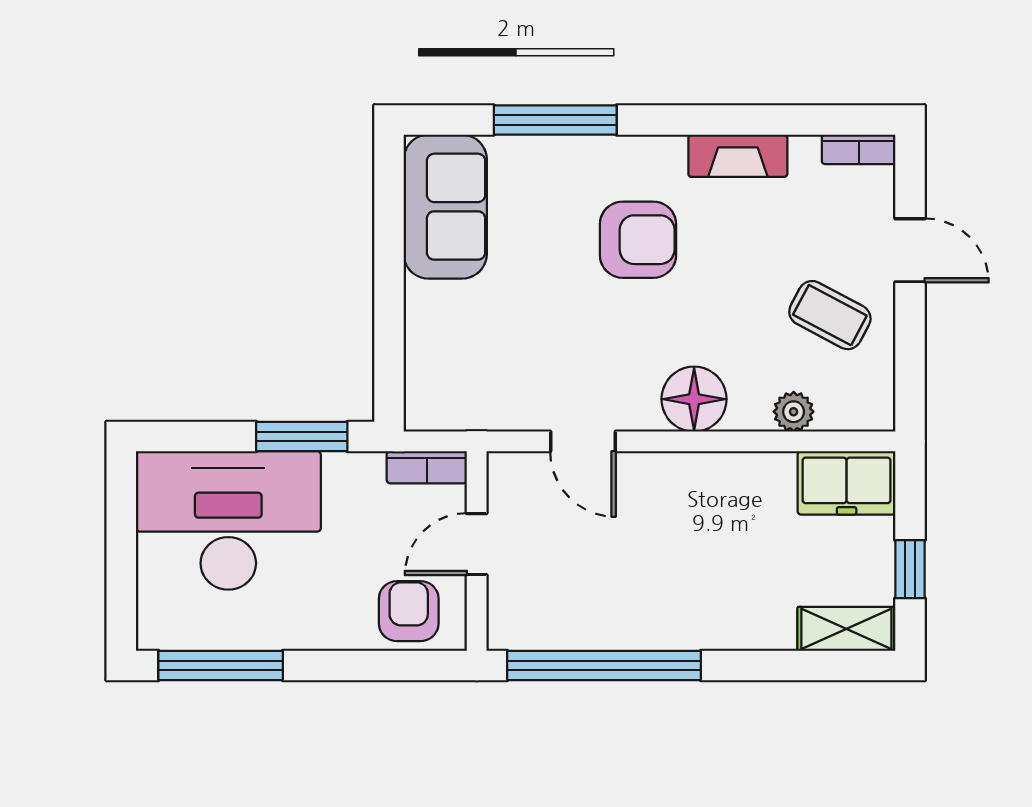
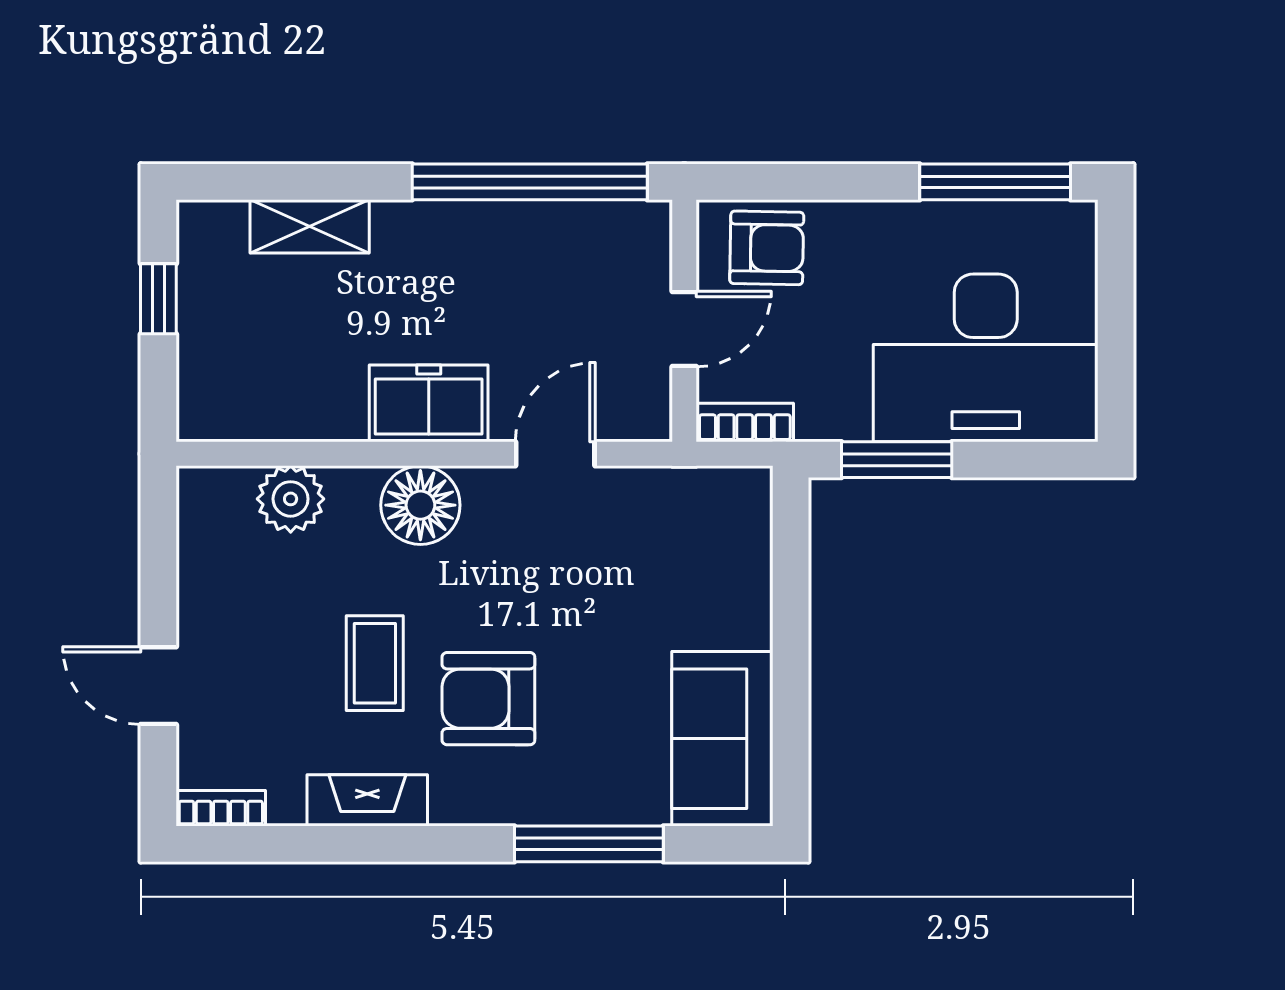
coffee table: (830, 315) -> (375, 663), moved, turned 62
plant: (794, 412) -> (291, 499), width x1.38, depth x1.38
door: (583, 441) -> (555, 454), hinge flipped
freezer: (847, 483) -> (429, 403), moved
armchair: (409, 611) -> (767, 248), turned -89
shelving: (846, 629) -> (310, 226), moved

